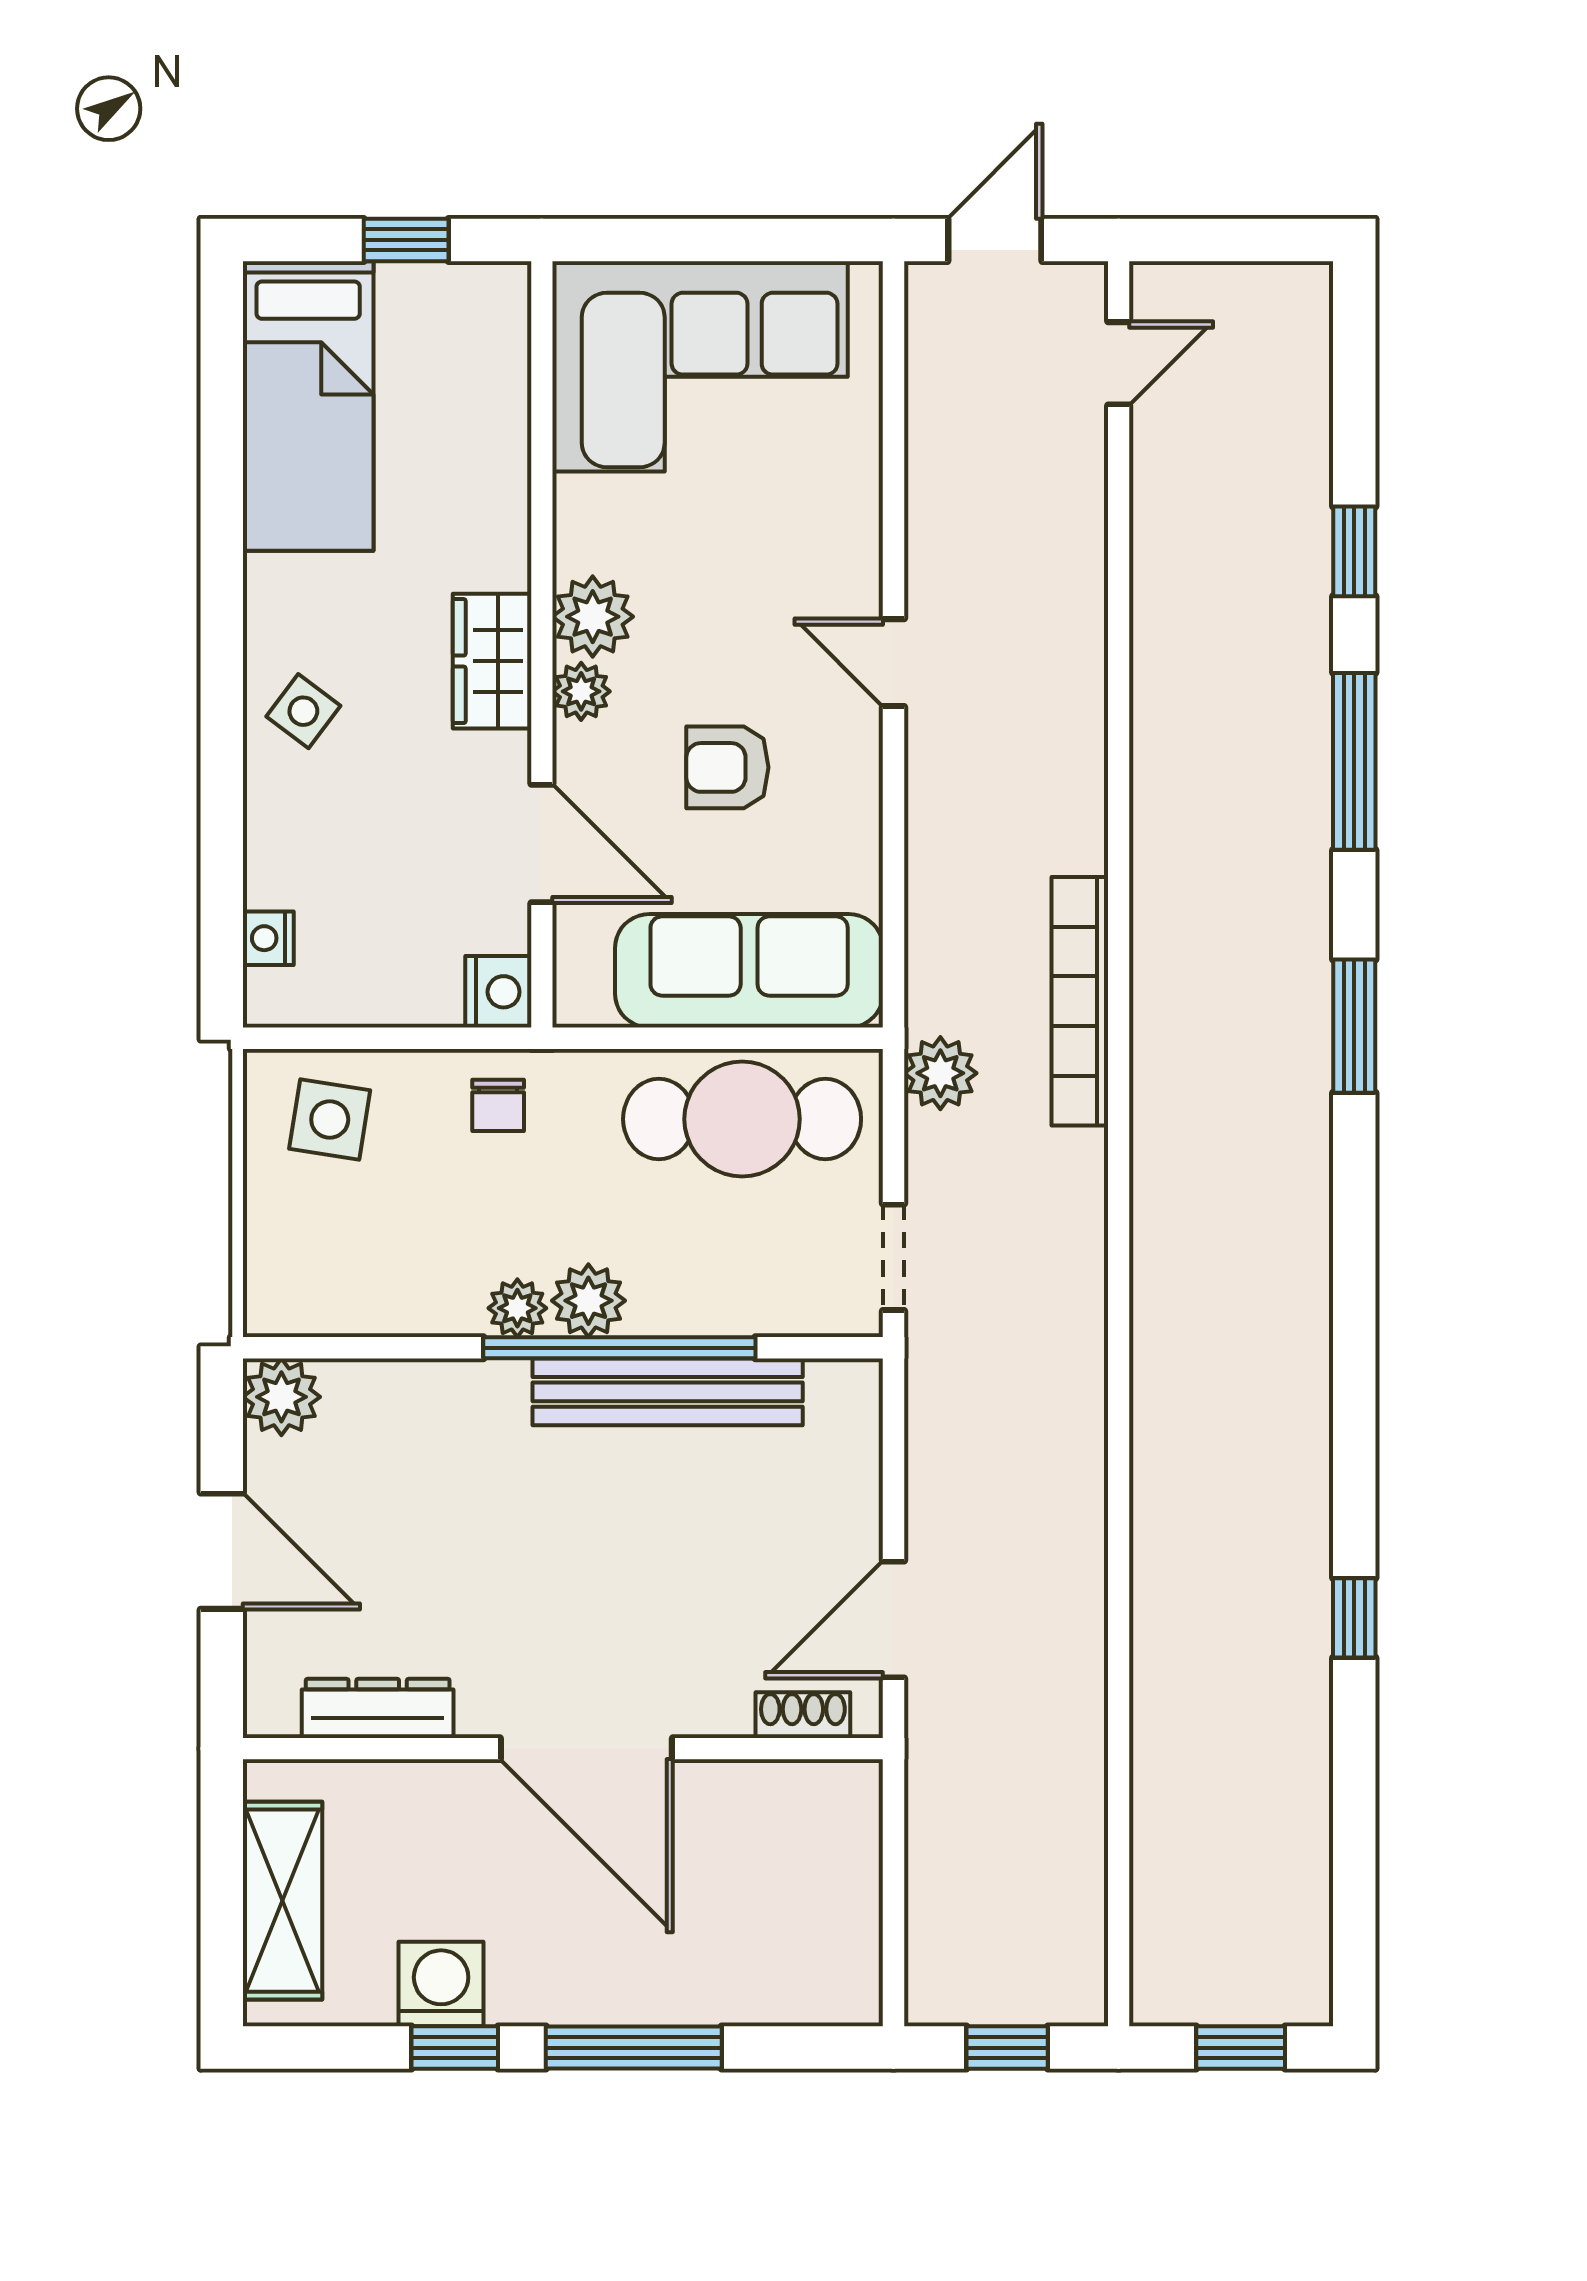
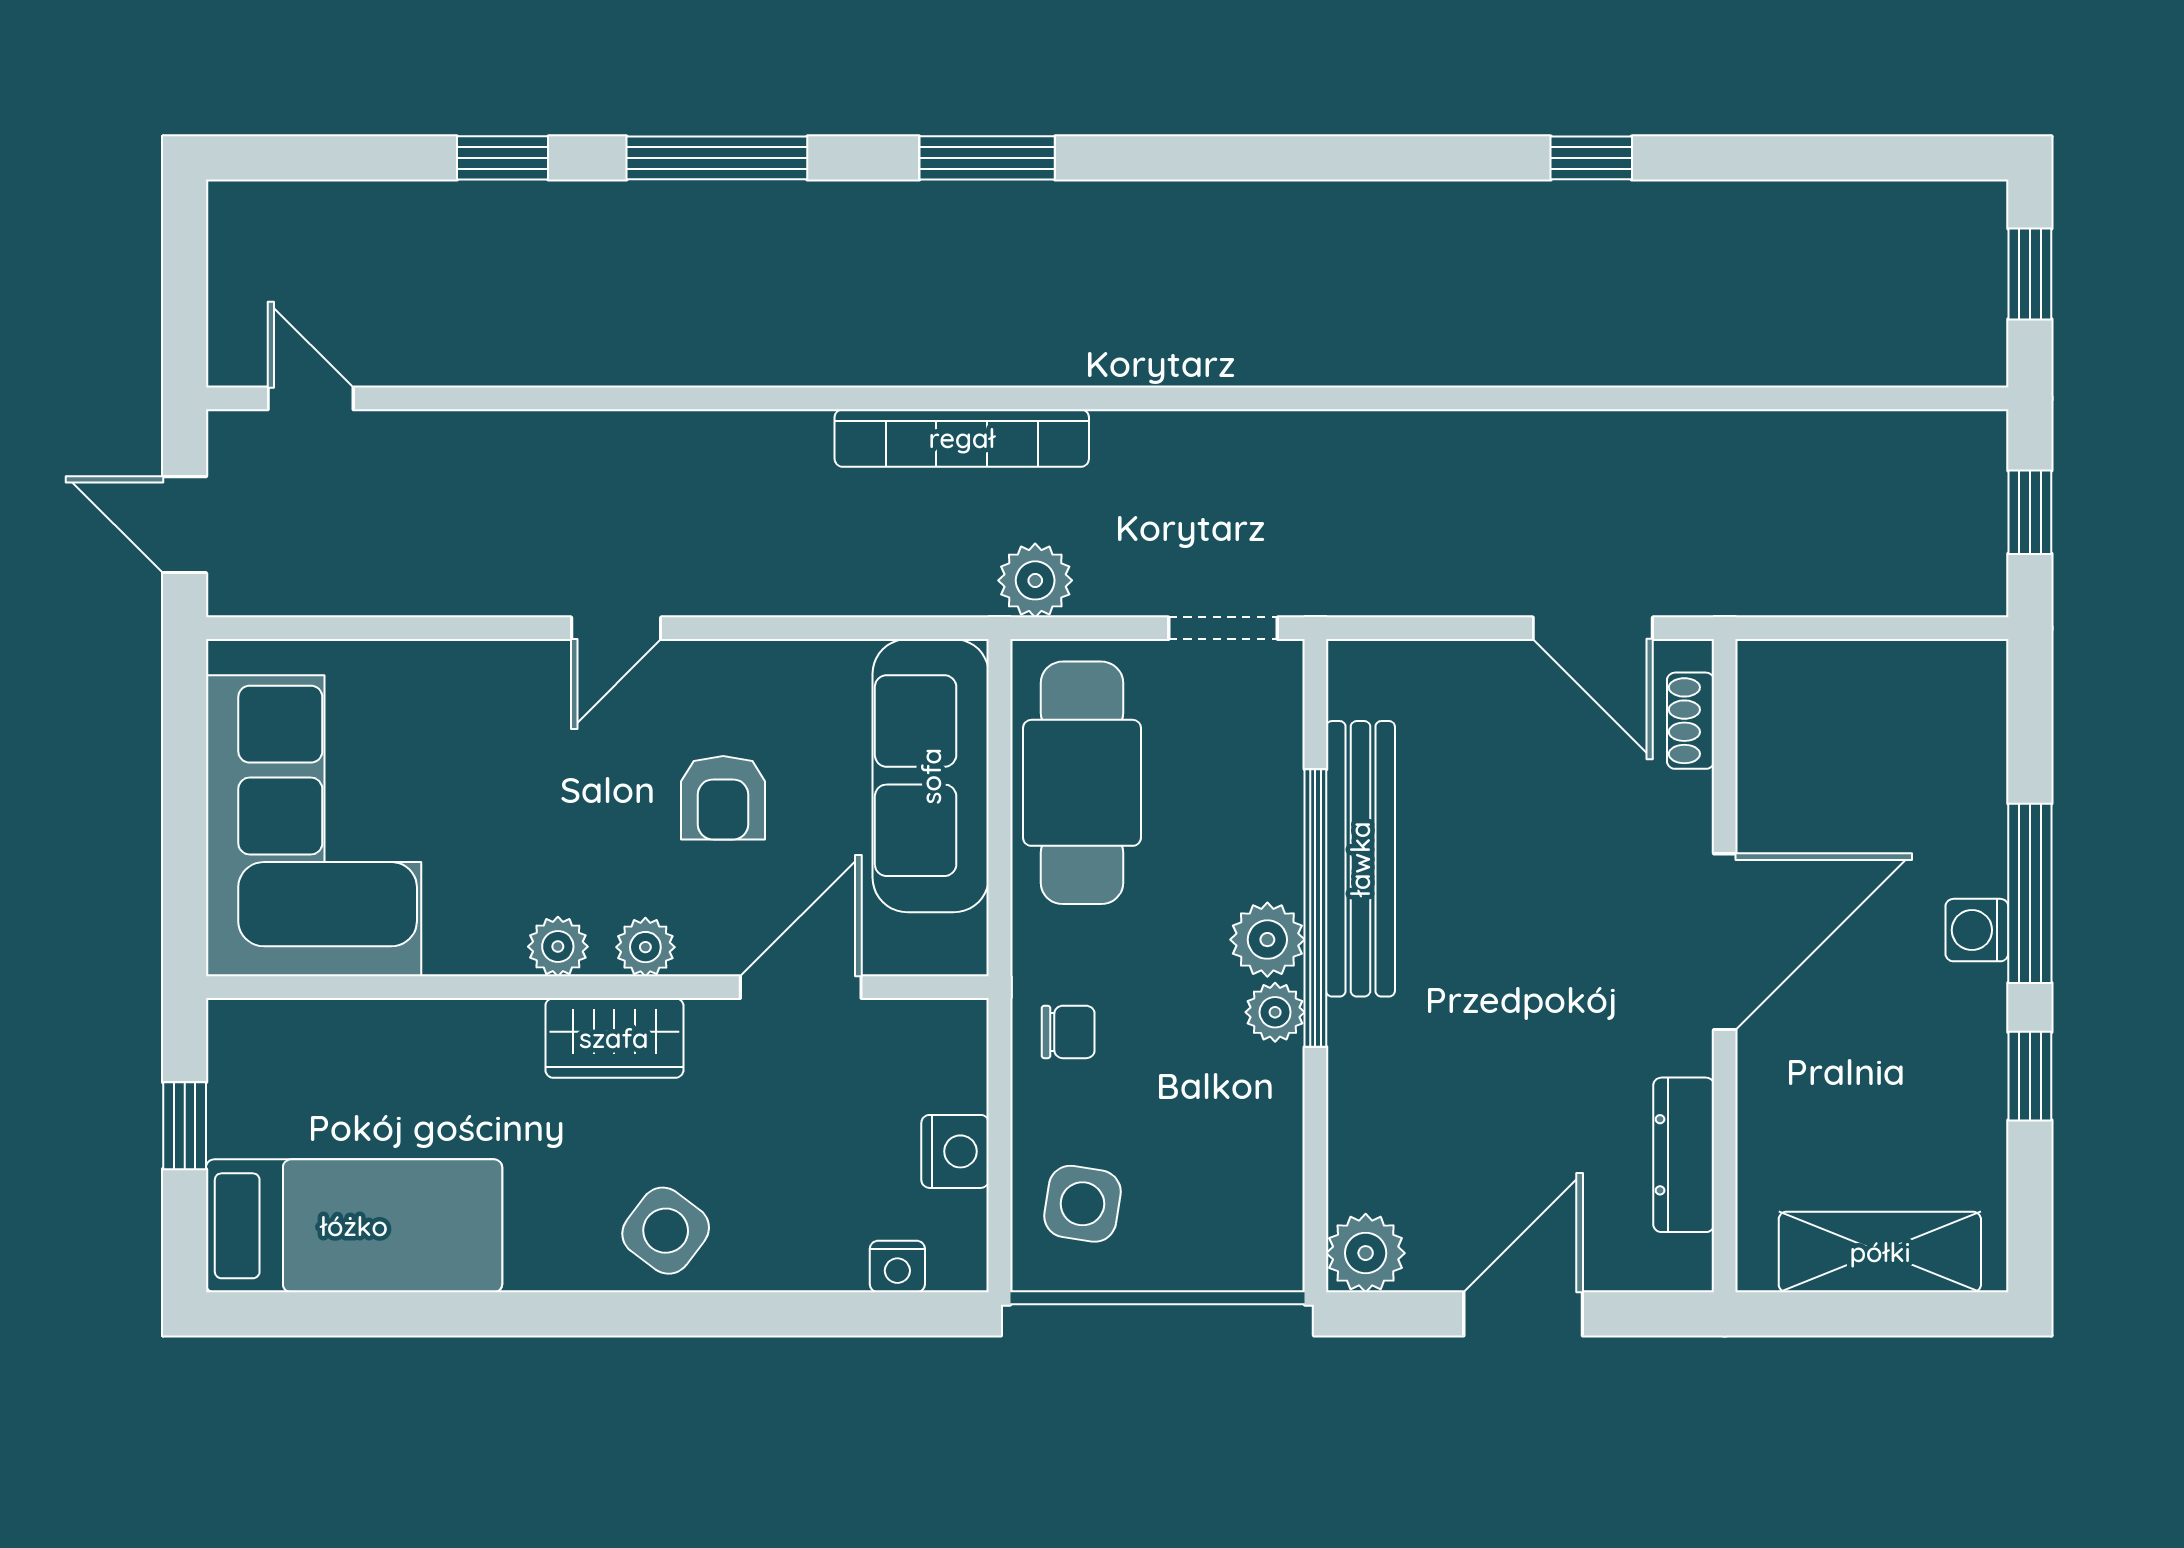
plant: (593, 617) -> (558, 947), width x0.73, depth x0.73
side table: (303, 711) -> (666, 1231), width x1.37, depth x1.37
nightstand: (498, 992) -> (955, 1151), moved, turned 90
washing machine: (441, 1984) -> (1977, 930), moved, width x0.73, depth x0.73

